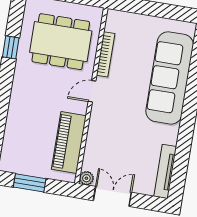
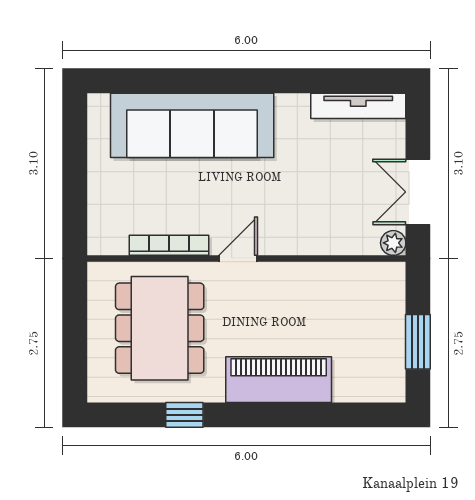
door: (92, 91) -> (238, 258), swing flipped
piano: (69, 143) -> (279, 380), moved, turned 180

